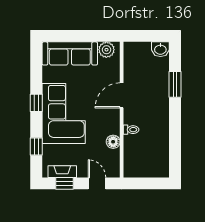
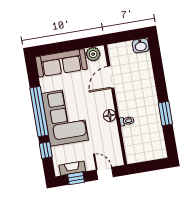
window: (175, 84) -> (165, 114), moved
door: (122, 95) -> (111, 77), moved
window: (36, 103) -> (39, 112), width x3.17
floor lamp: (113, 142) -> (110, 115), moved

